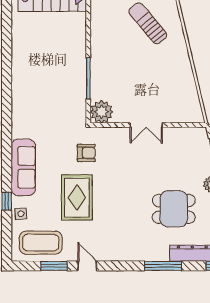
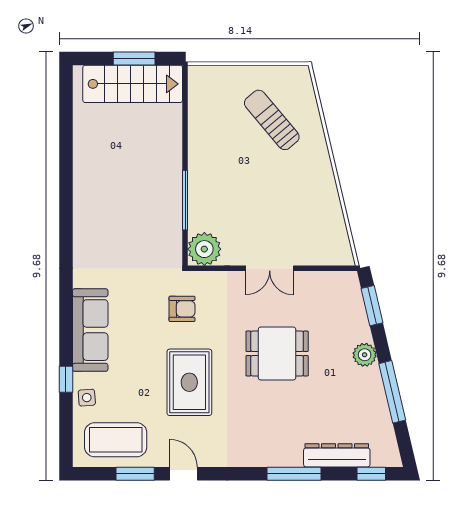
rug: (77, 198) -> (189, 382), moved
dining table: (174, 209) -> (277, 354), moved

